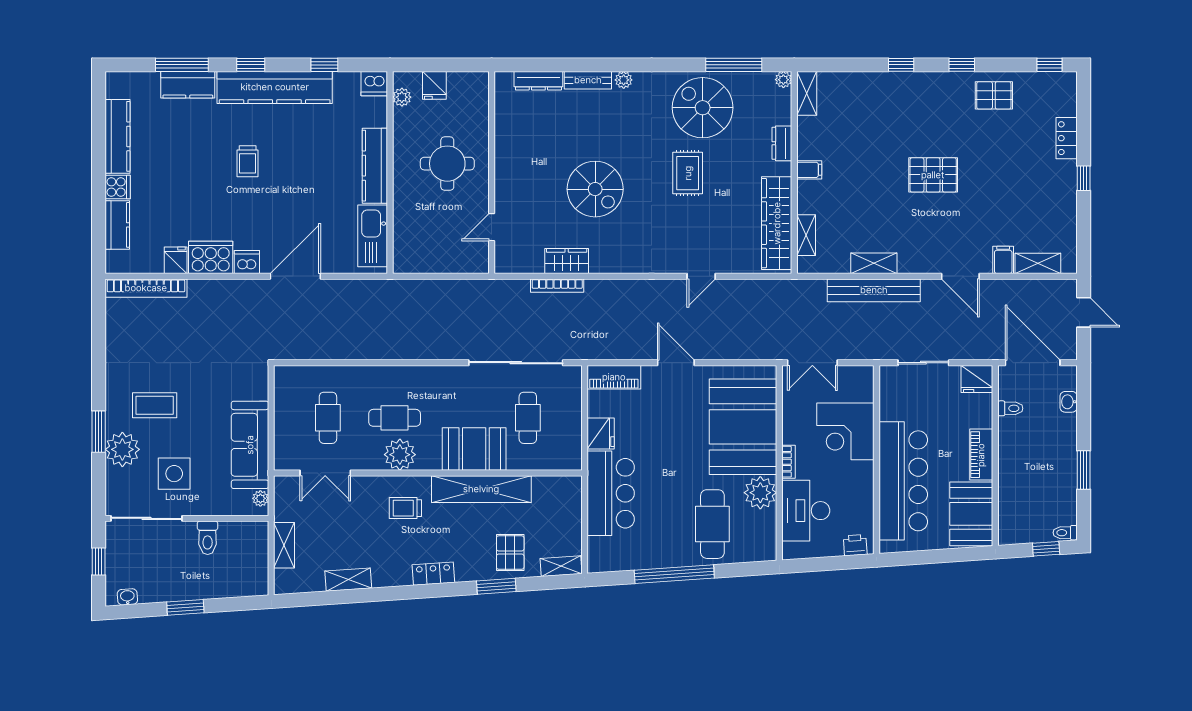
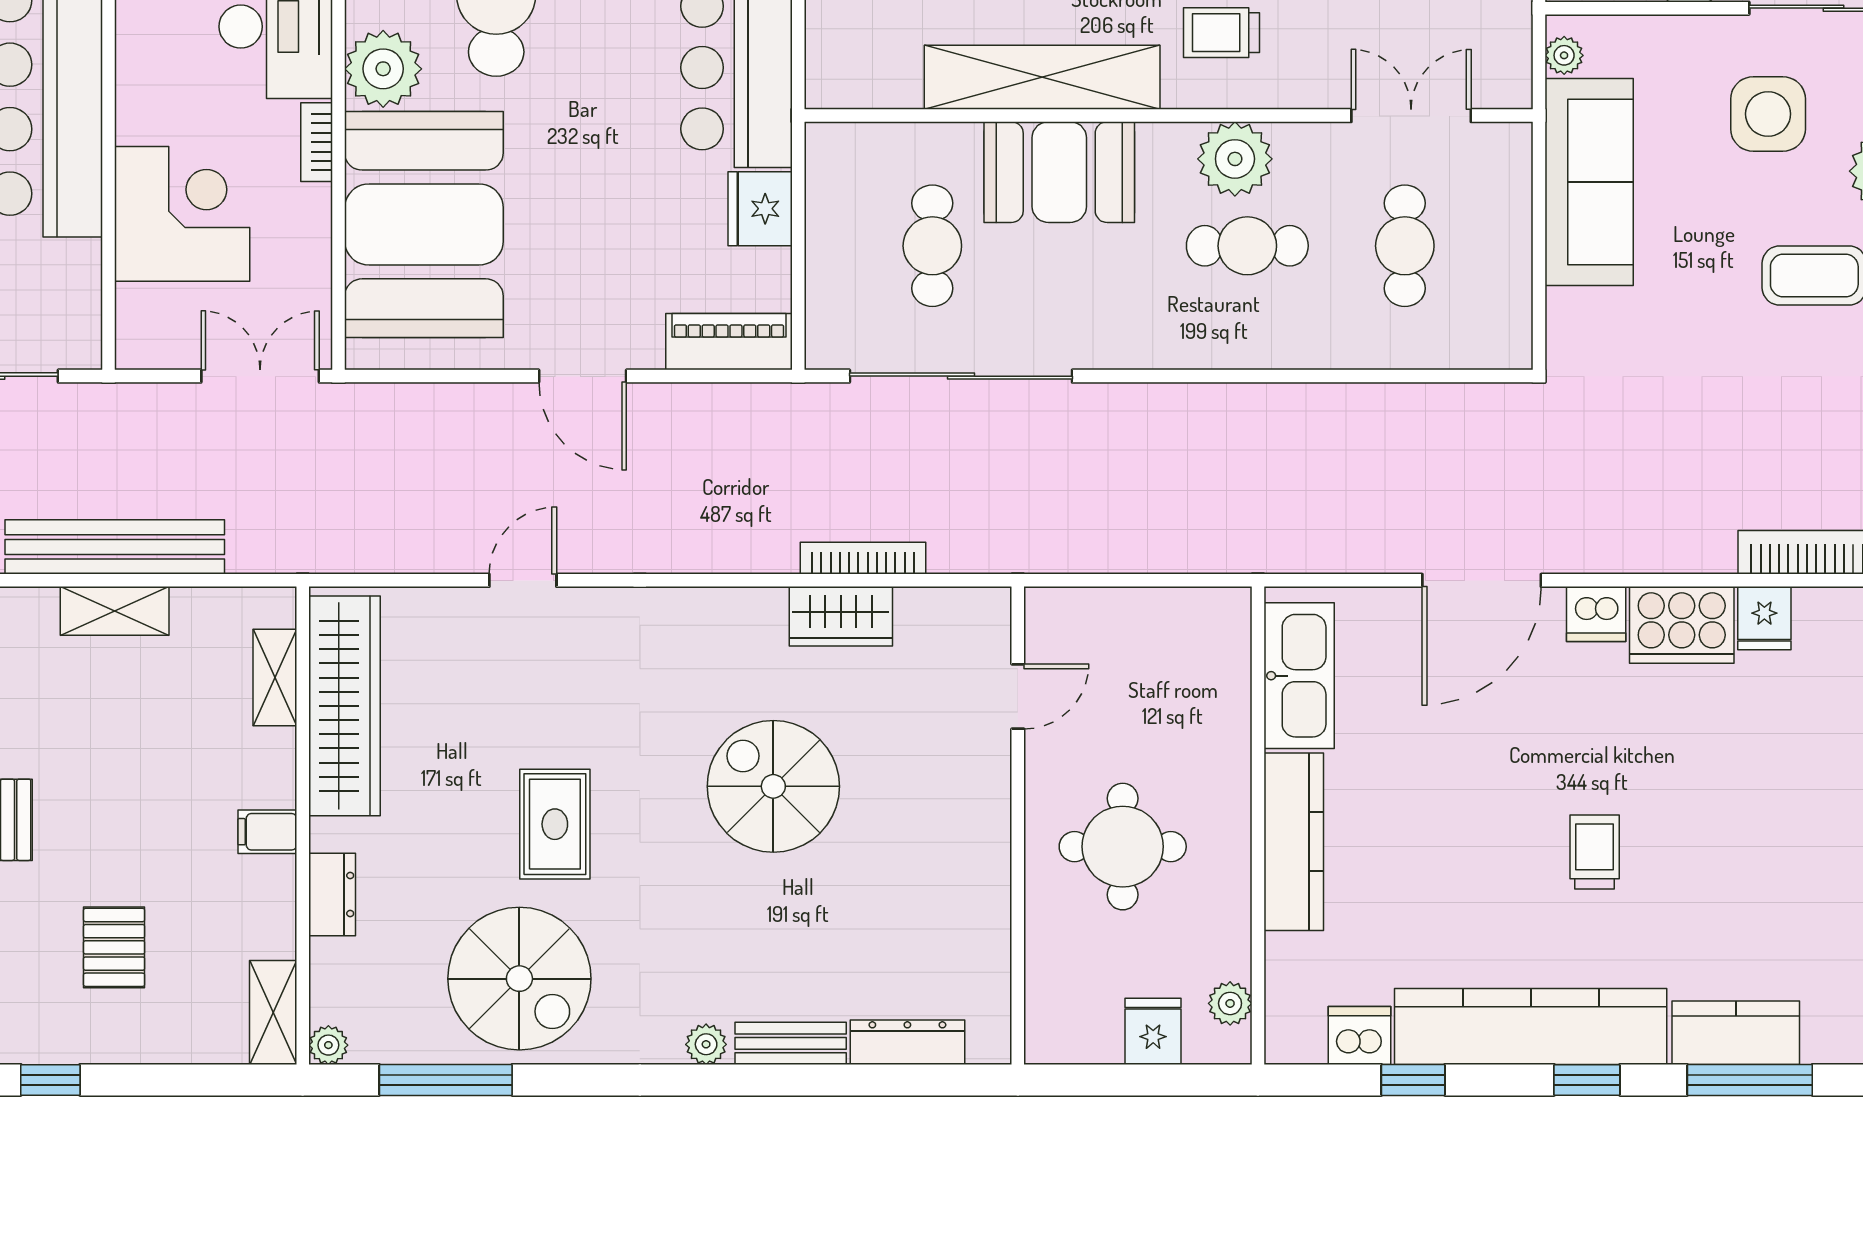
dishwasher: (374, 84) -> (1360, 1036), moved
pallet: (874, 121) -> (114, 947), added
trolley: (405, 508) -> (1221, 33), turned 180

